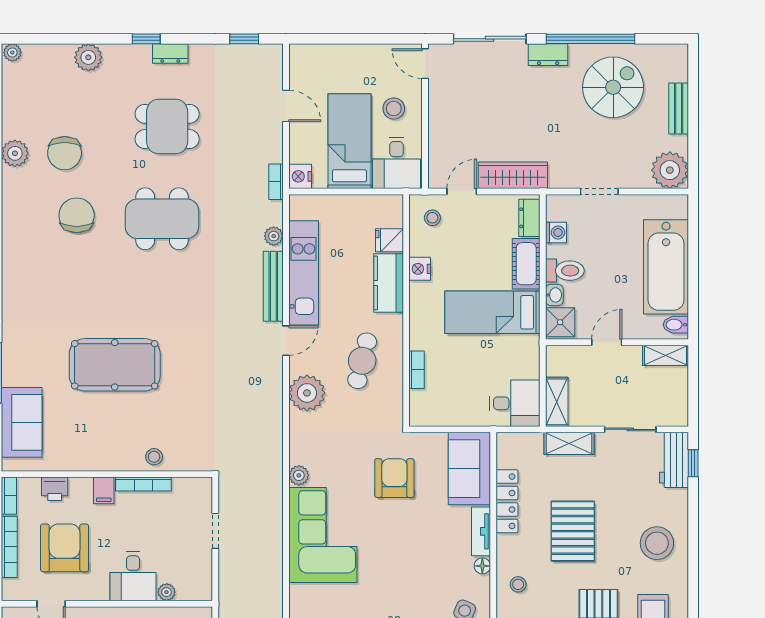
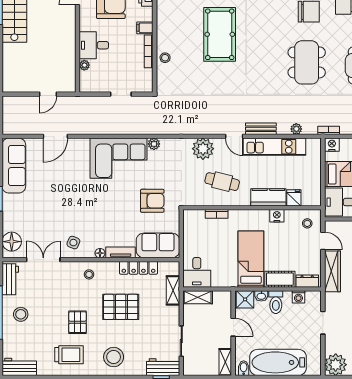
bench: (273, 286) -> (261, 129), width x0.73
shelving: (569, 443) -> (173, 290), moved

